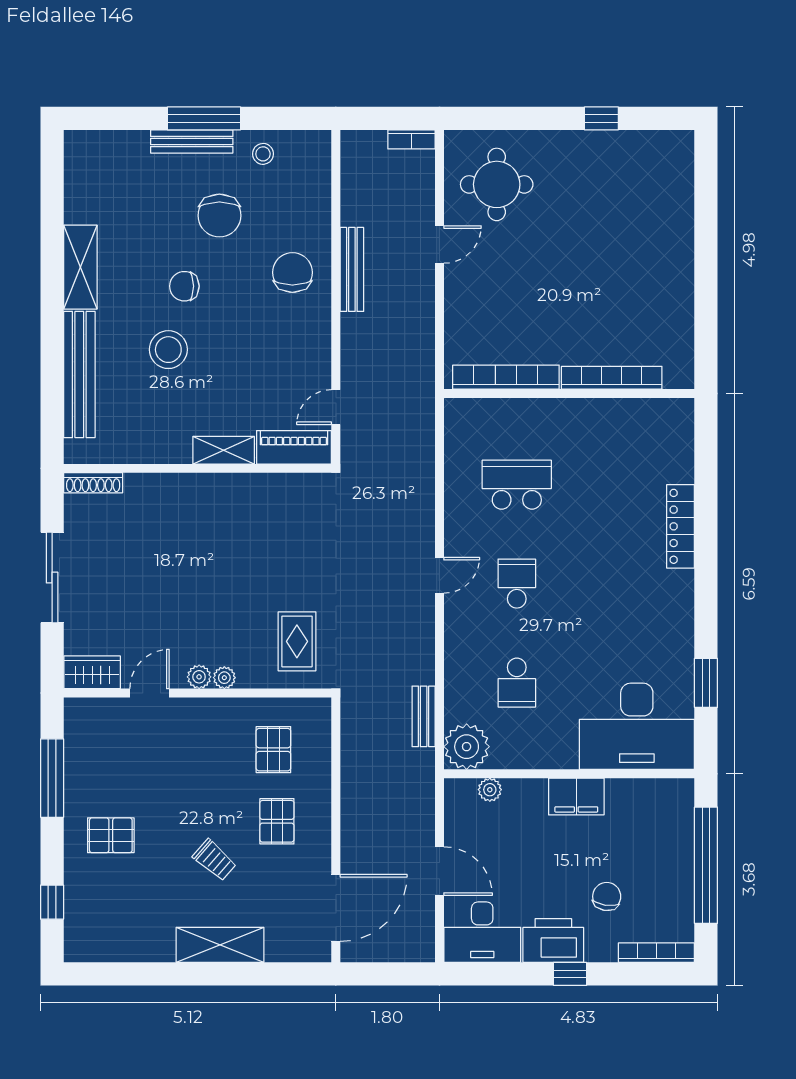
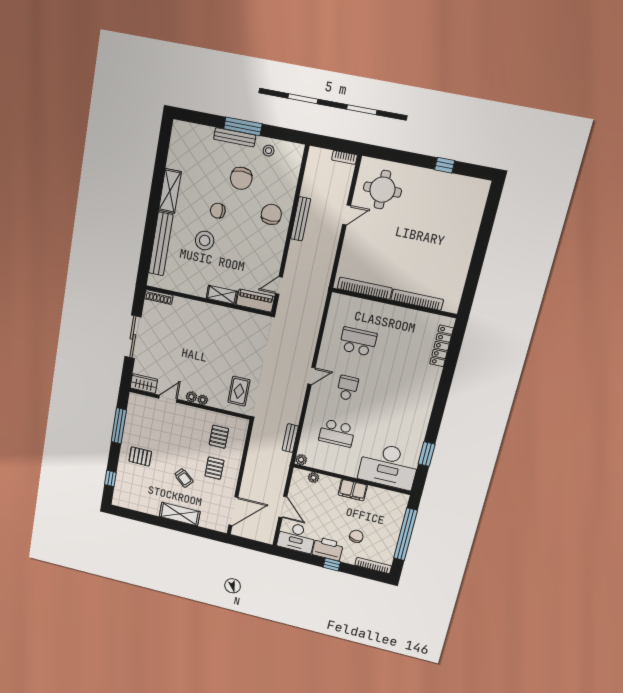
locker: (681, 526) -> (442, 346), moved
school desk: (517, 683) -> (337, 433), width x1.85
plant: (467, 747) -> (301, 460), width x0.53, depth x0.53

